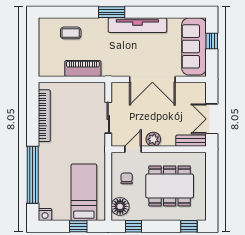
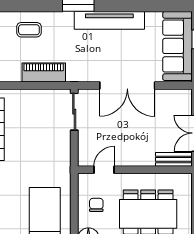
sliding door: (108, 118) -> (74, 112), moved
plant: (153, 139) -> (128, 158), removed

